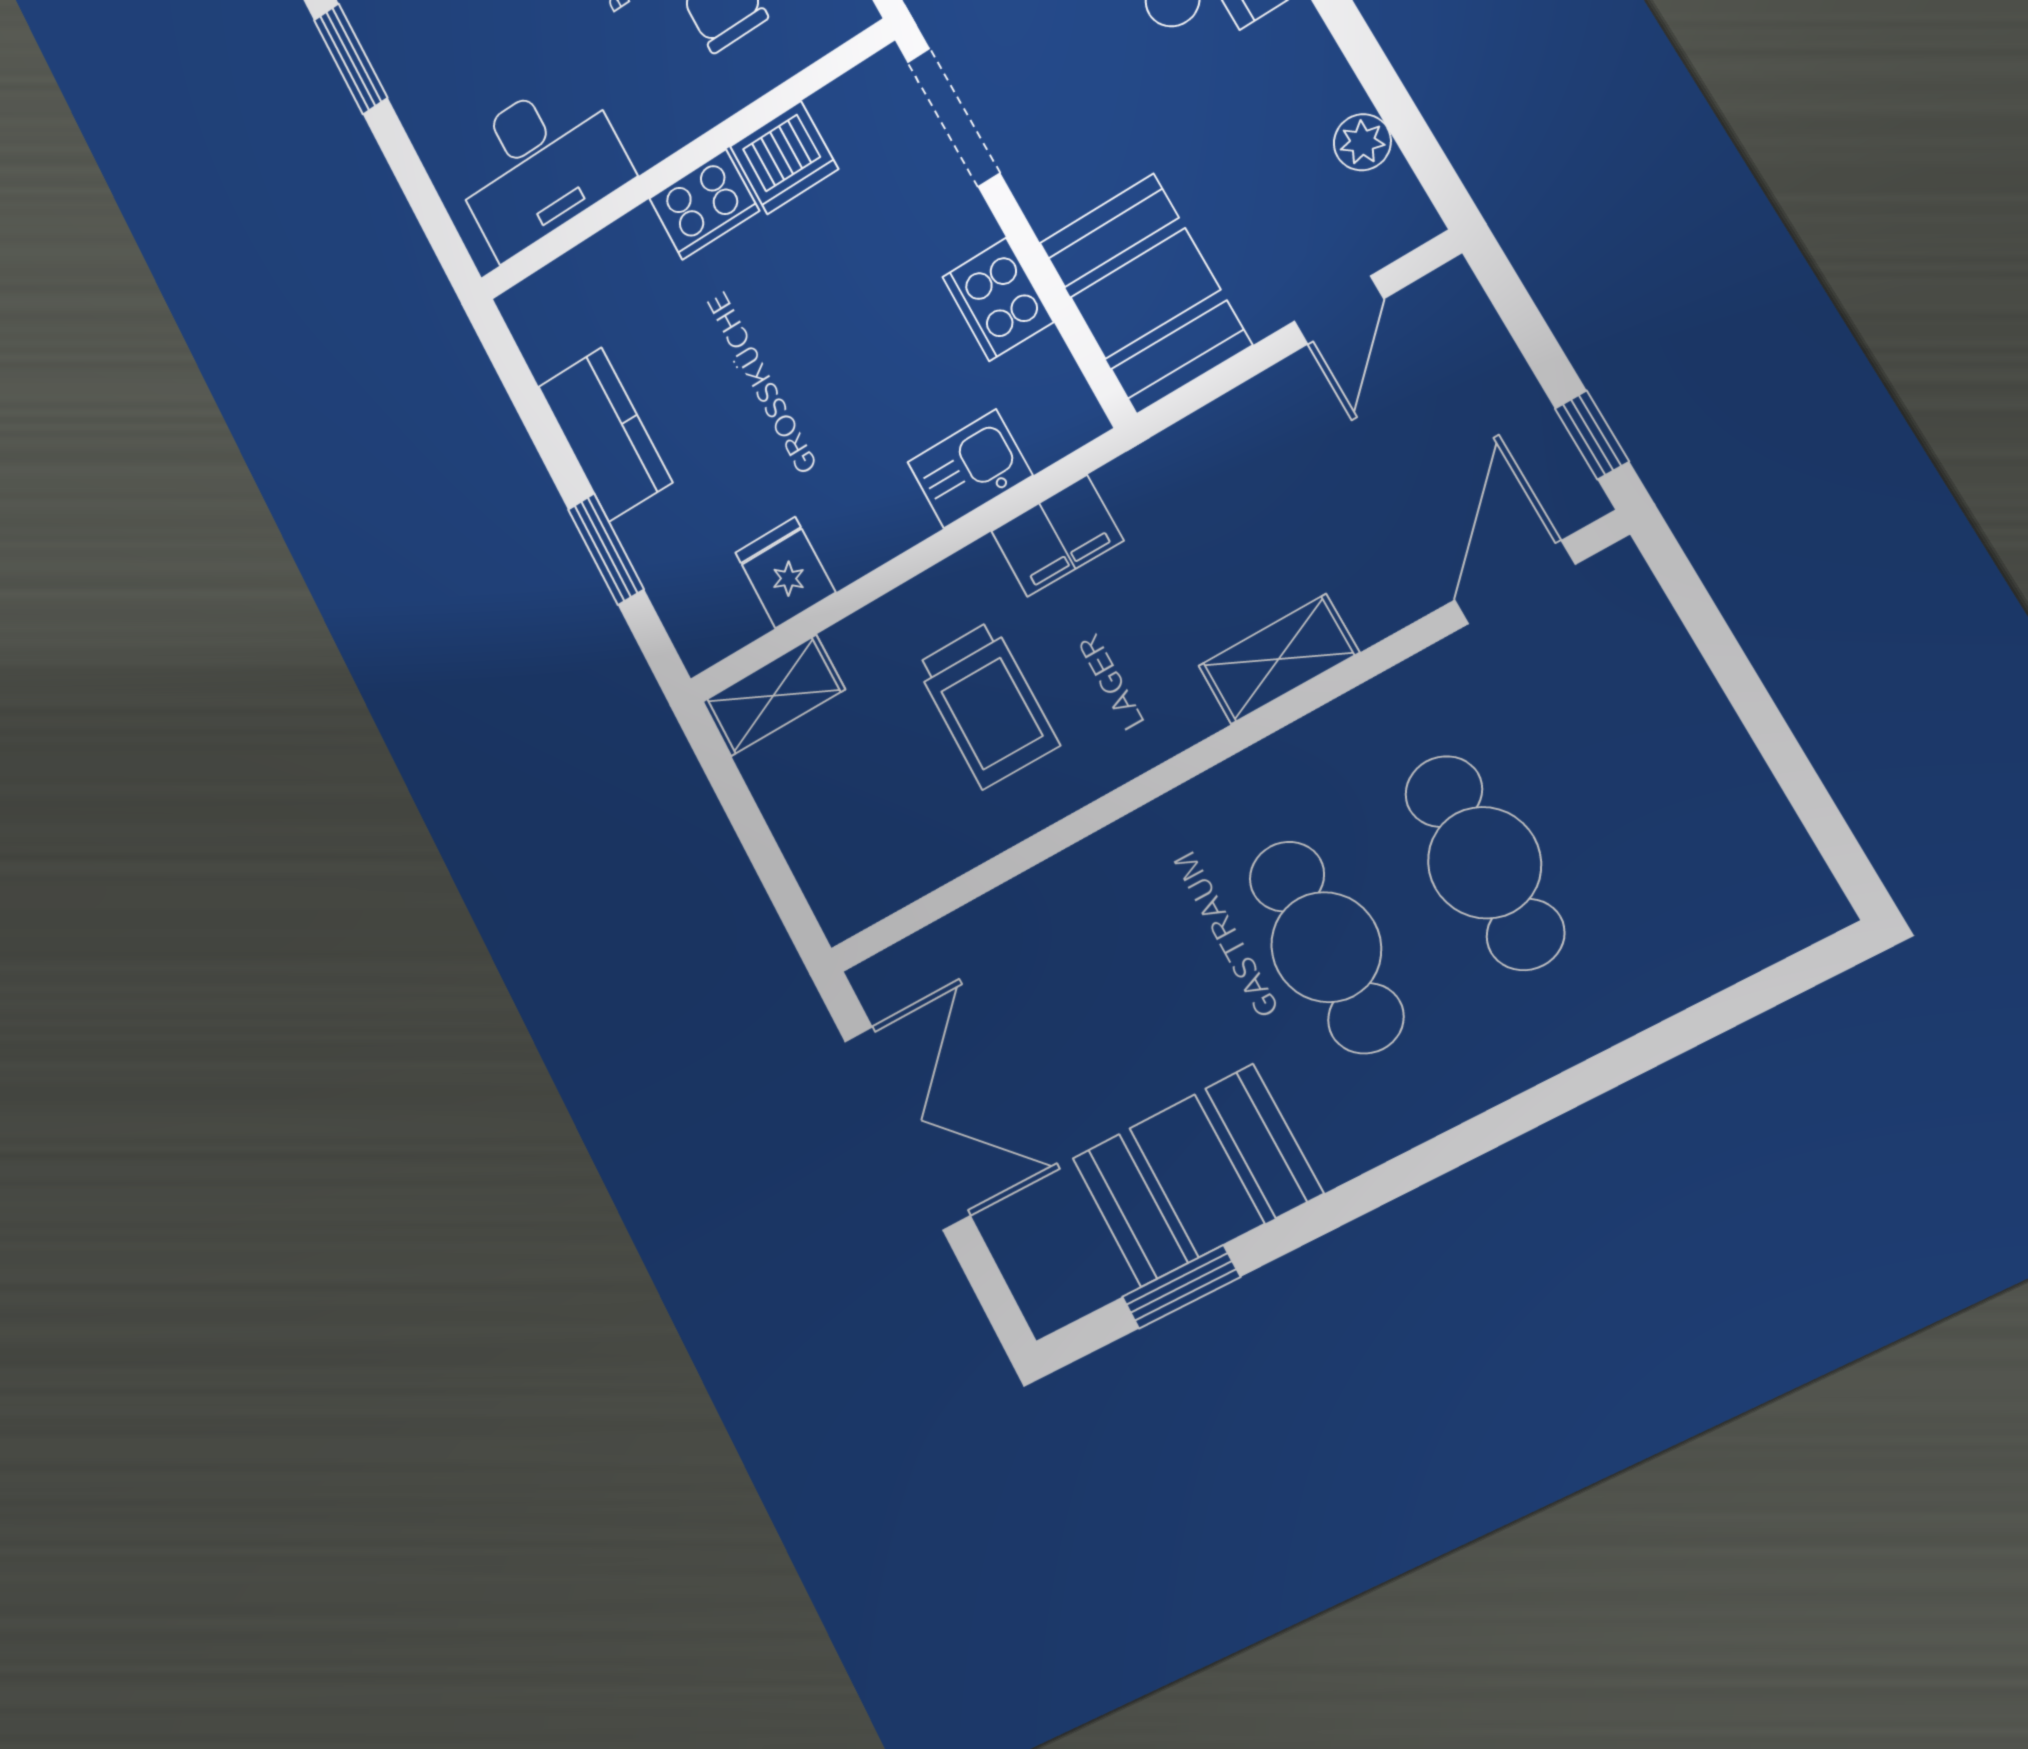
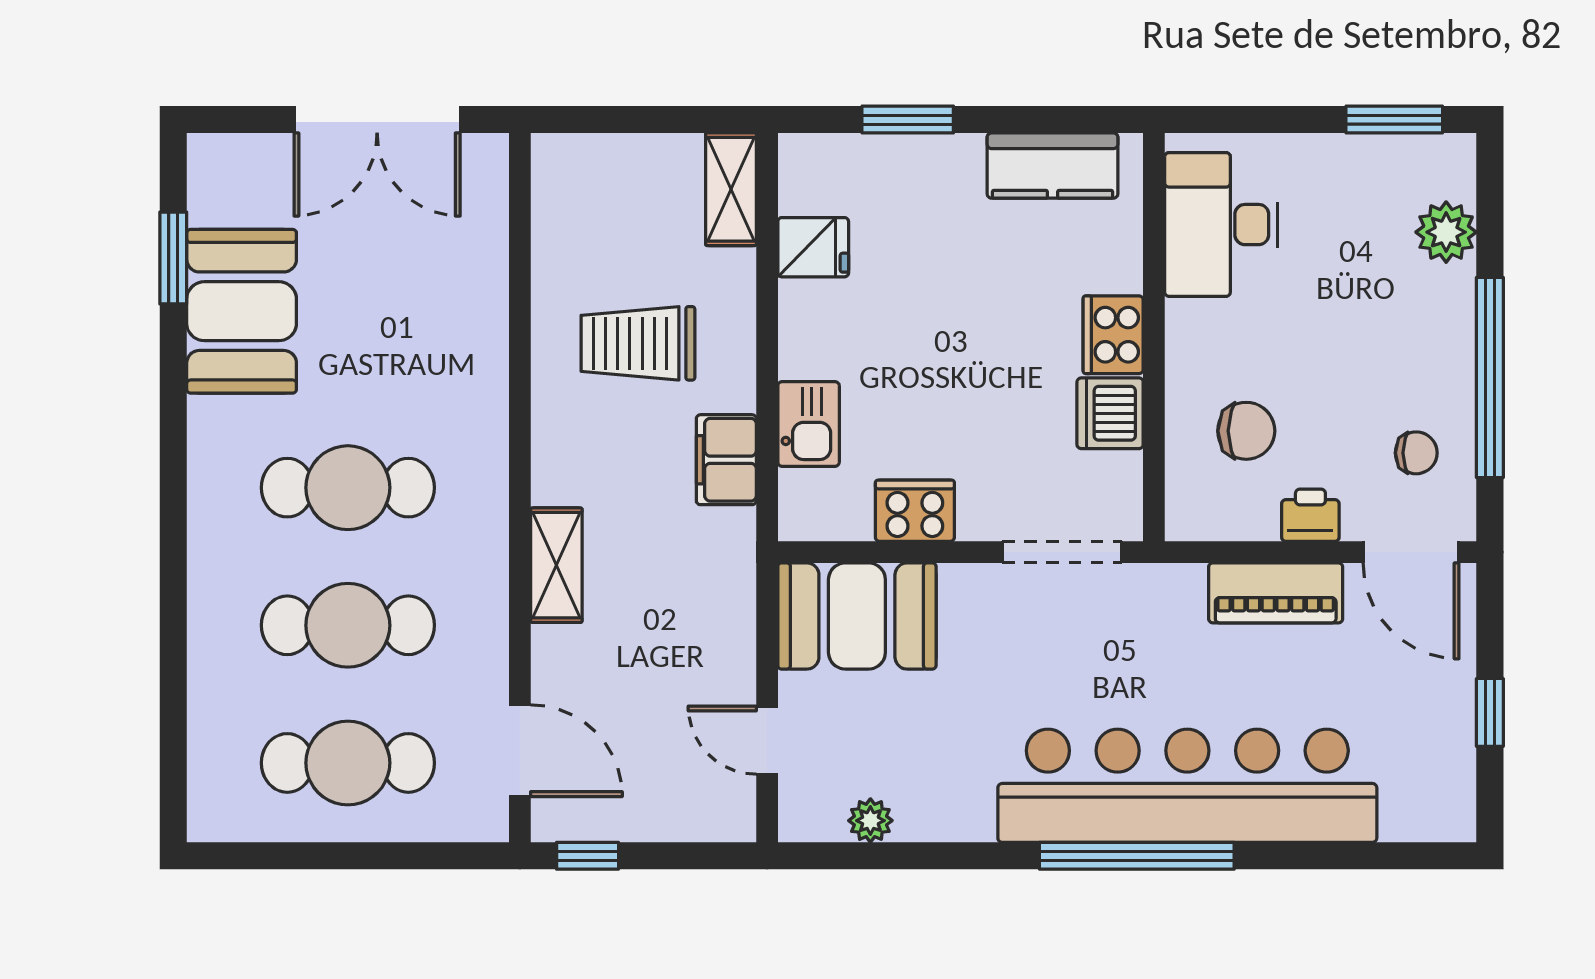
kitchen counter: (605, 434) -> (1052, 166), moved
cafe table: (1647, 776) -> (348, 763), added

